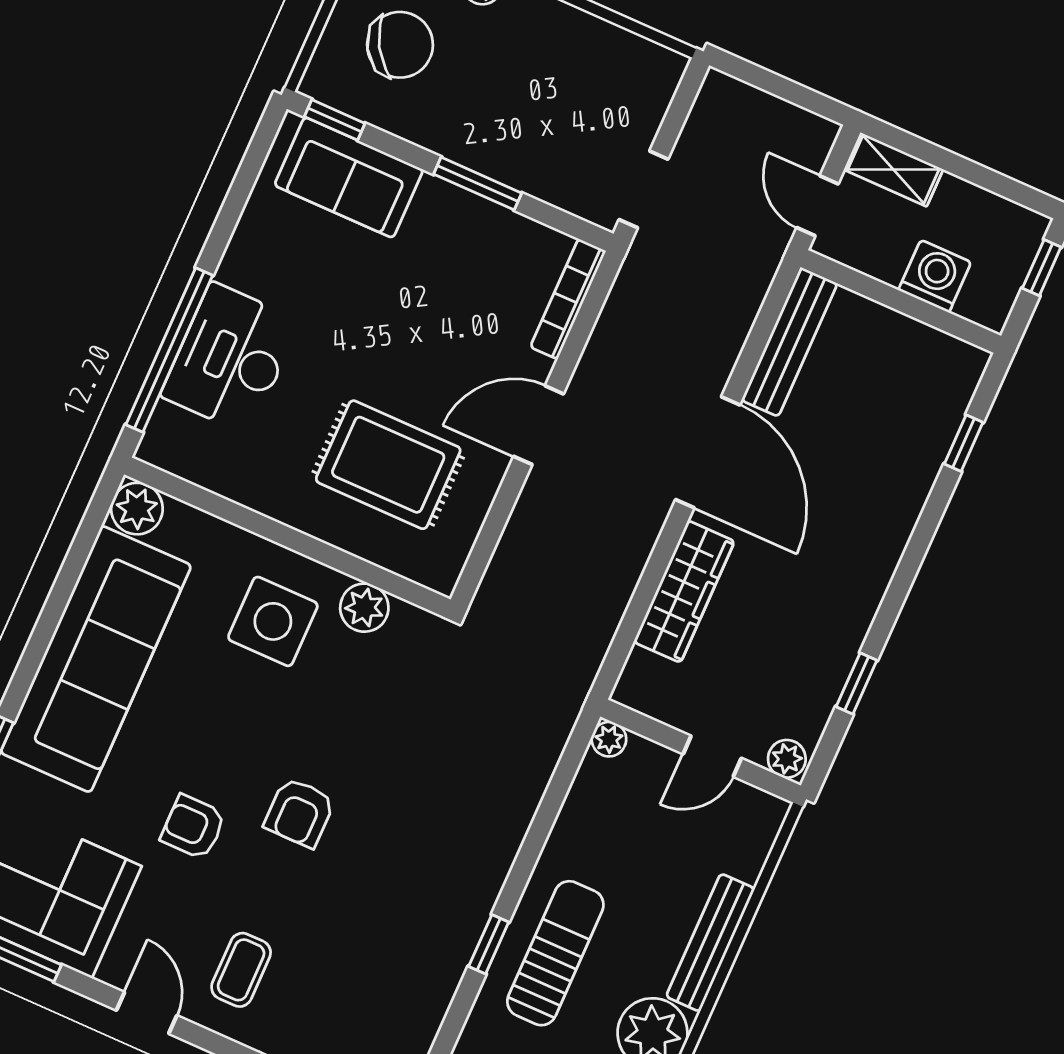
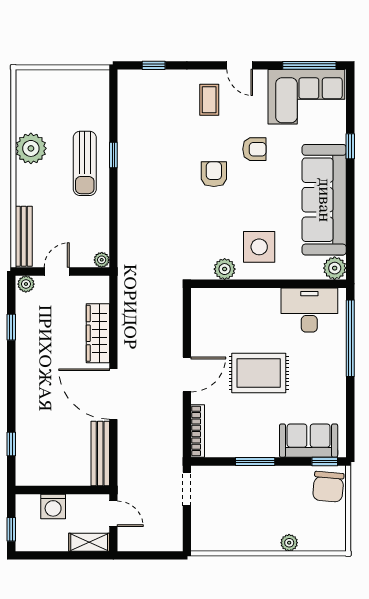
chair: (400, 45) -> (328, 487), moved, turned -54
desk: (230, 358) -> (309, 310), moved, turned -90
rug: (388, 465) -> (259, 373), moved
bench: (710, 943) -> (24, 236), moved

